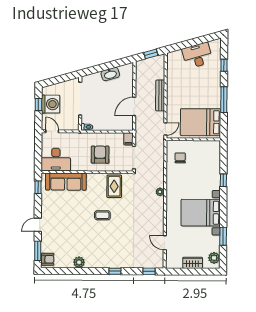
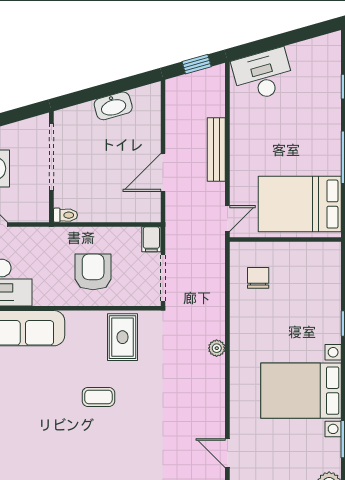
desk: (197, 55) -> (263, 75), moved

